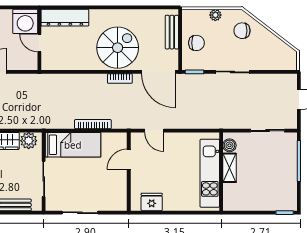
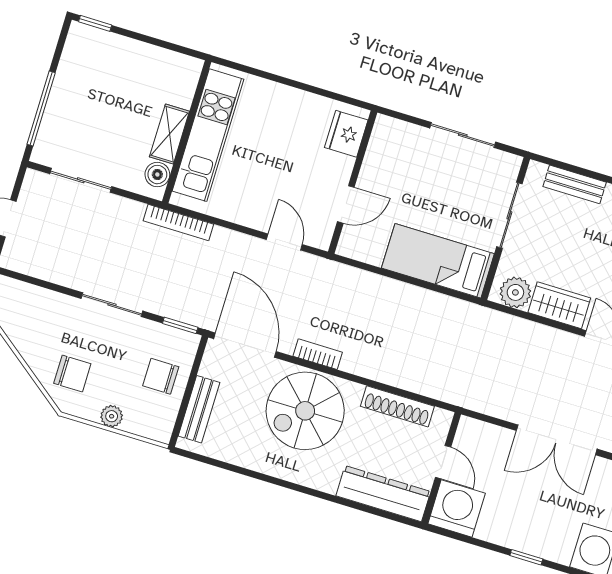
shoe rack: (71, 64) -> (397, 406), added
bookcase: (93, 124) -> (178, 222), moved
fridge: (152, 202) -> (346, 134), moved, turned 90

